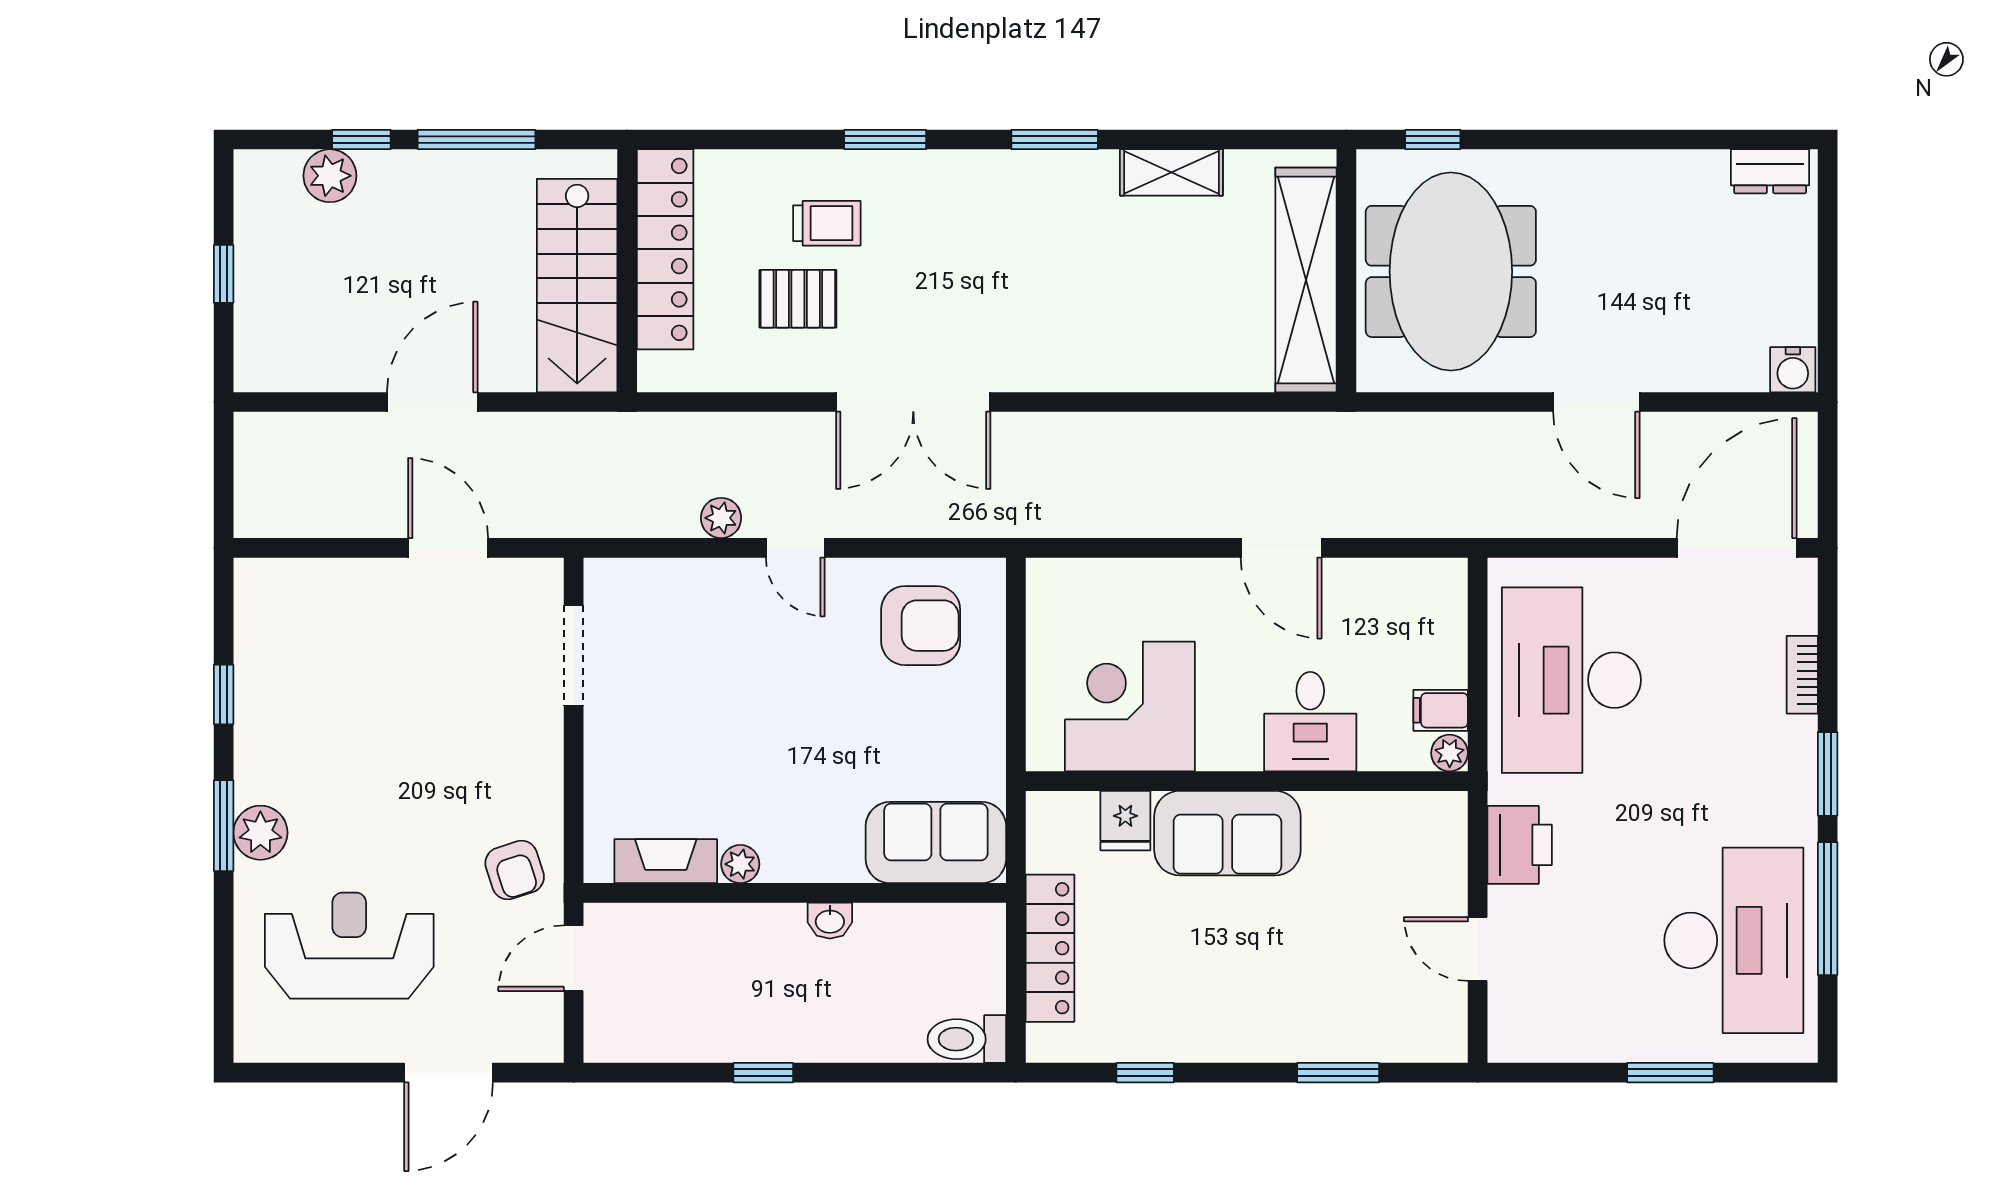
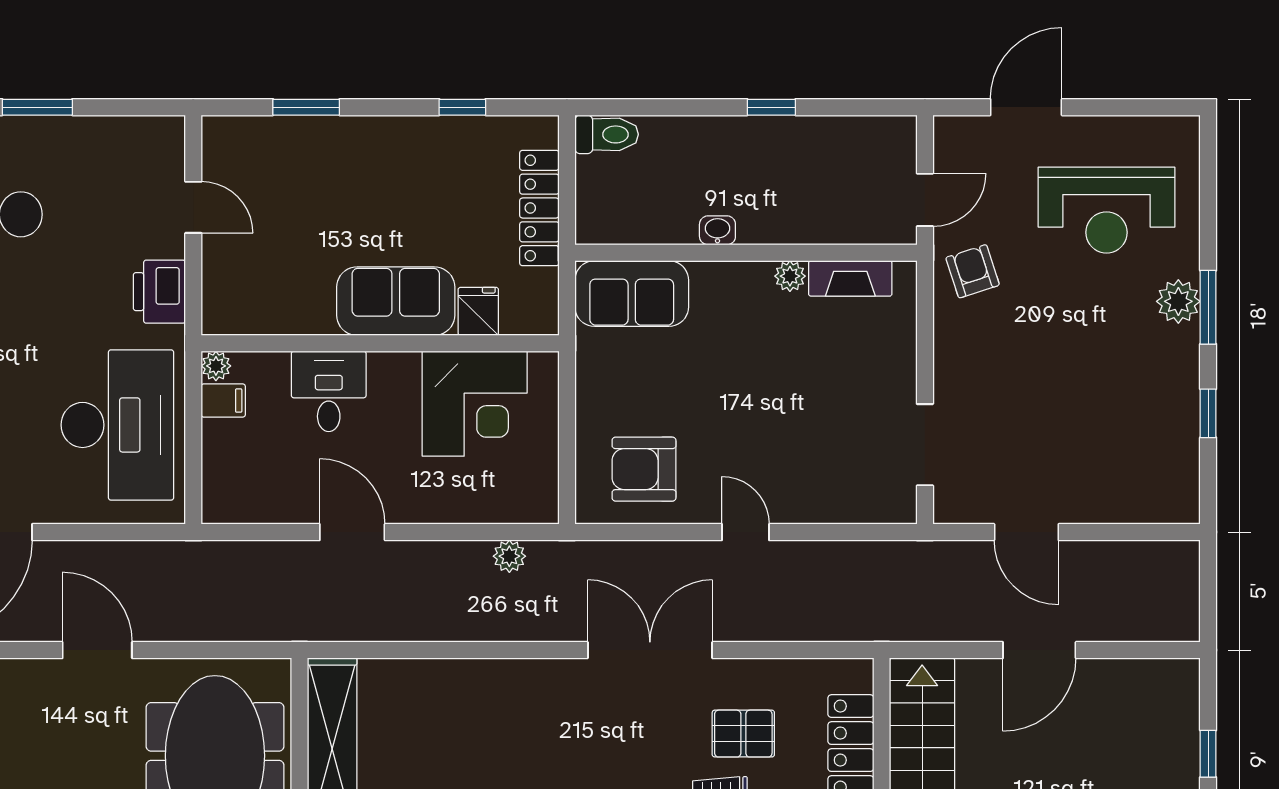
plant: (721, 518) -> (509, 556), moved

